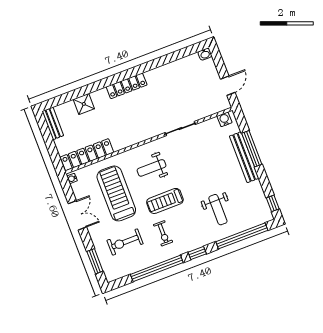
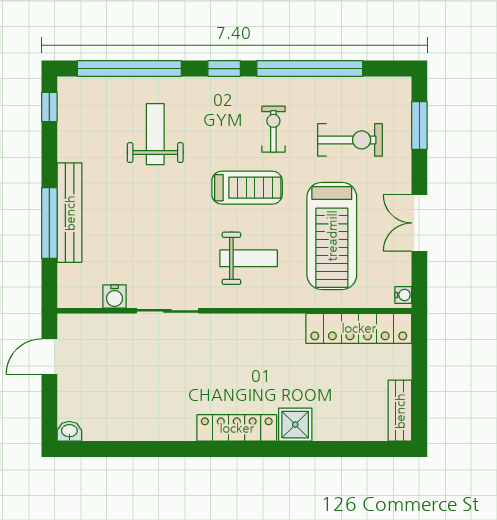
shower: (84, 104) -> (295, 425), moved
water cooler: (224, 119) -> (115, 297), moved

